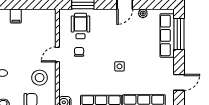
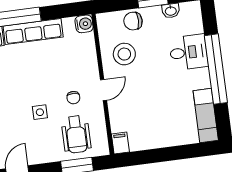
filing cabinet: (16, 16) -> (120, 143), moved
side table: (119, 66) -> (40, 112), moved

